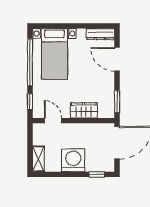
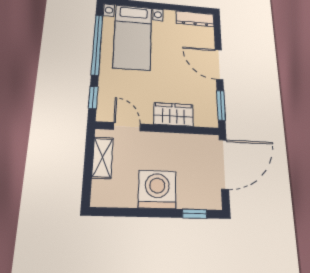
door: (117, 59) -> (219, 64), moved
shelving: (38, 159) -> (102, 158), moved

